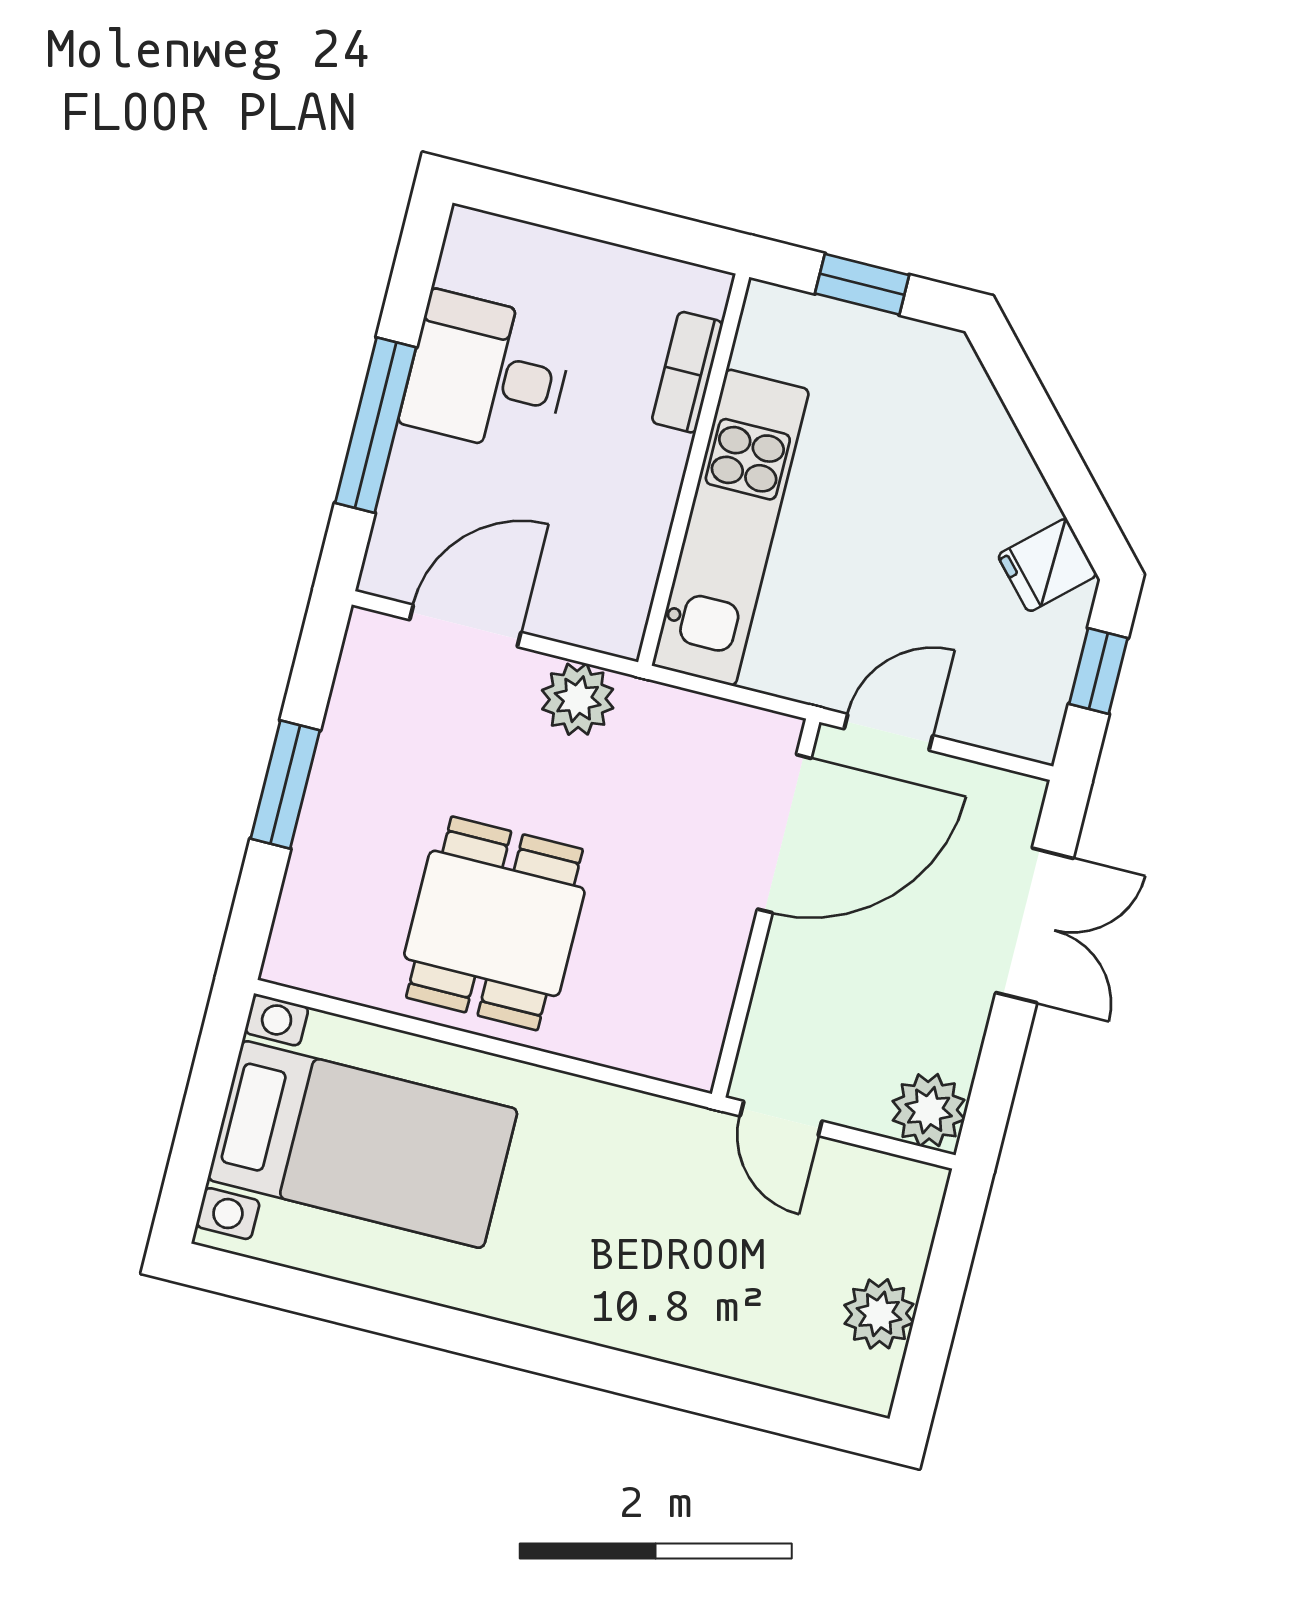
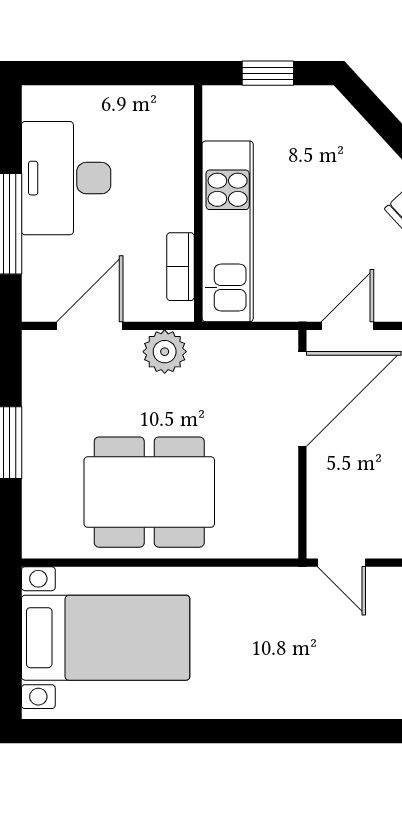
bookcase: (687, 372) -> (180, 267), moved
desk: (487, 373) -> (66, 178), width x1.37
dining table: (494, 923) -> (149, 492), width x1.38

